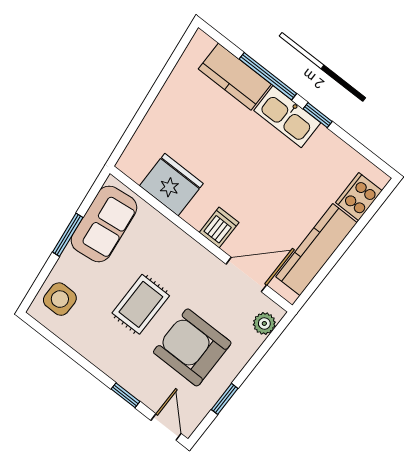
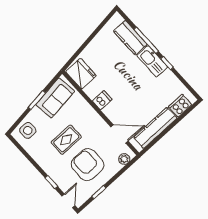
fridge: (171, 185) -> (81, 74), moved
dishwasher: (219, 228) -> (102, 100), moved

